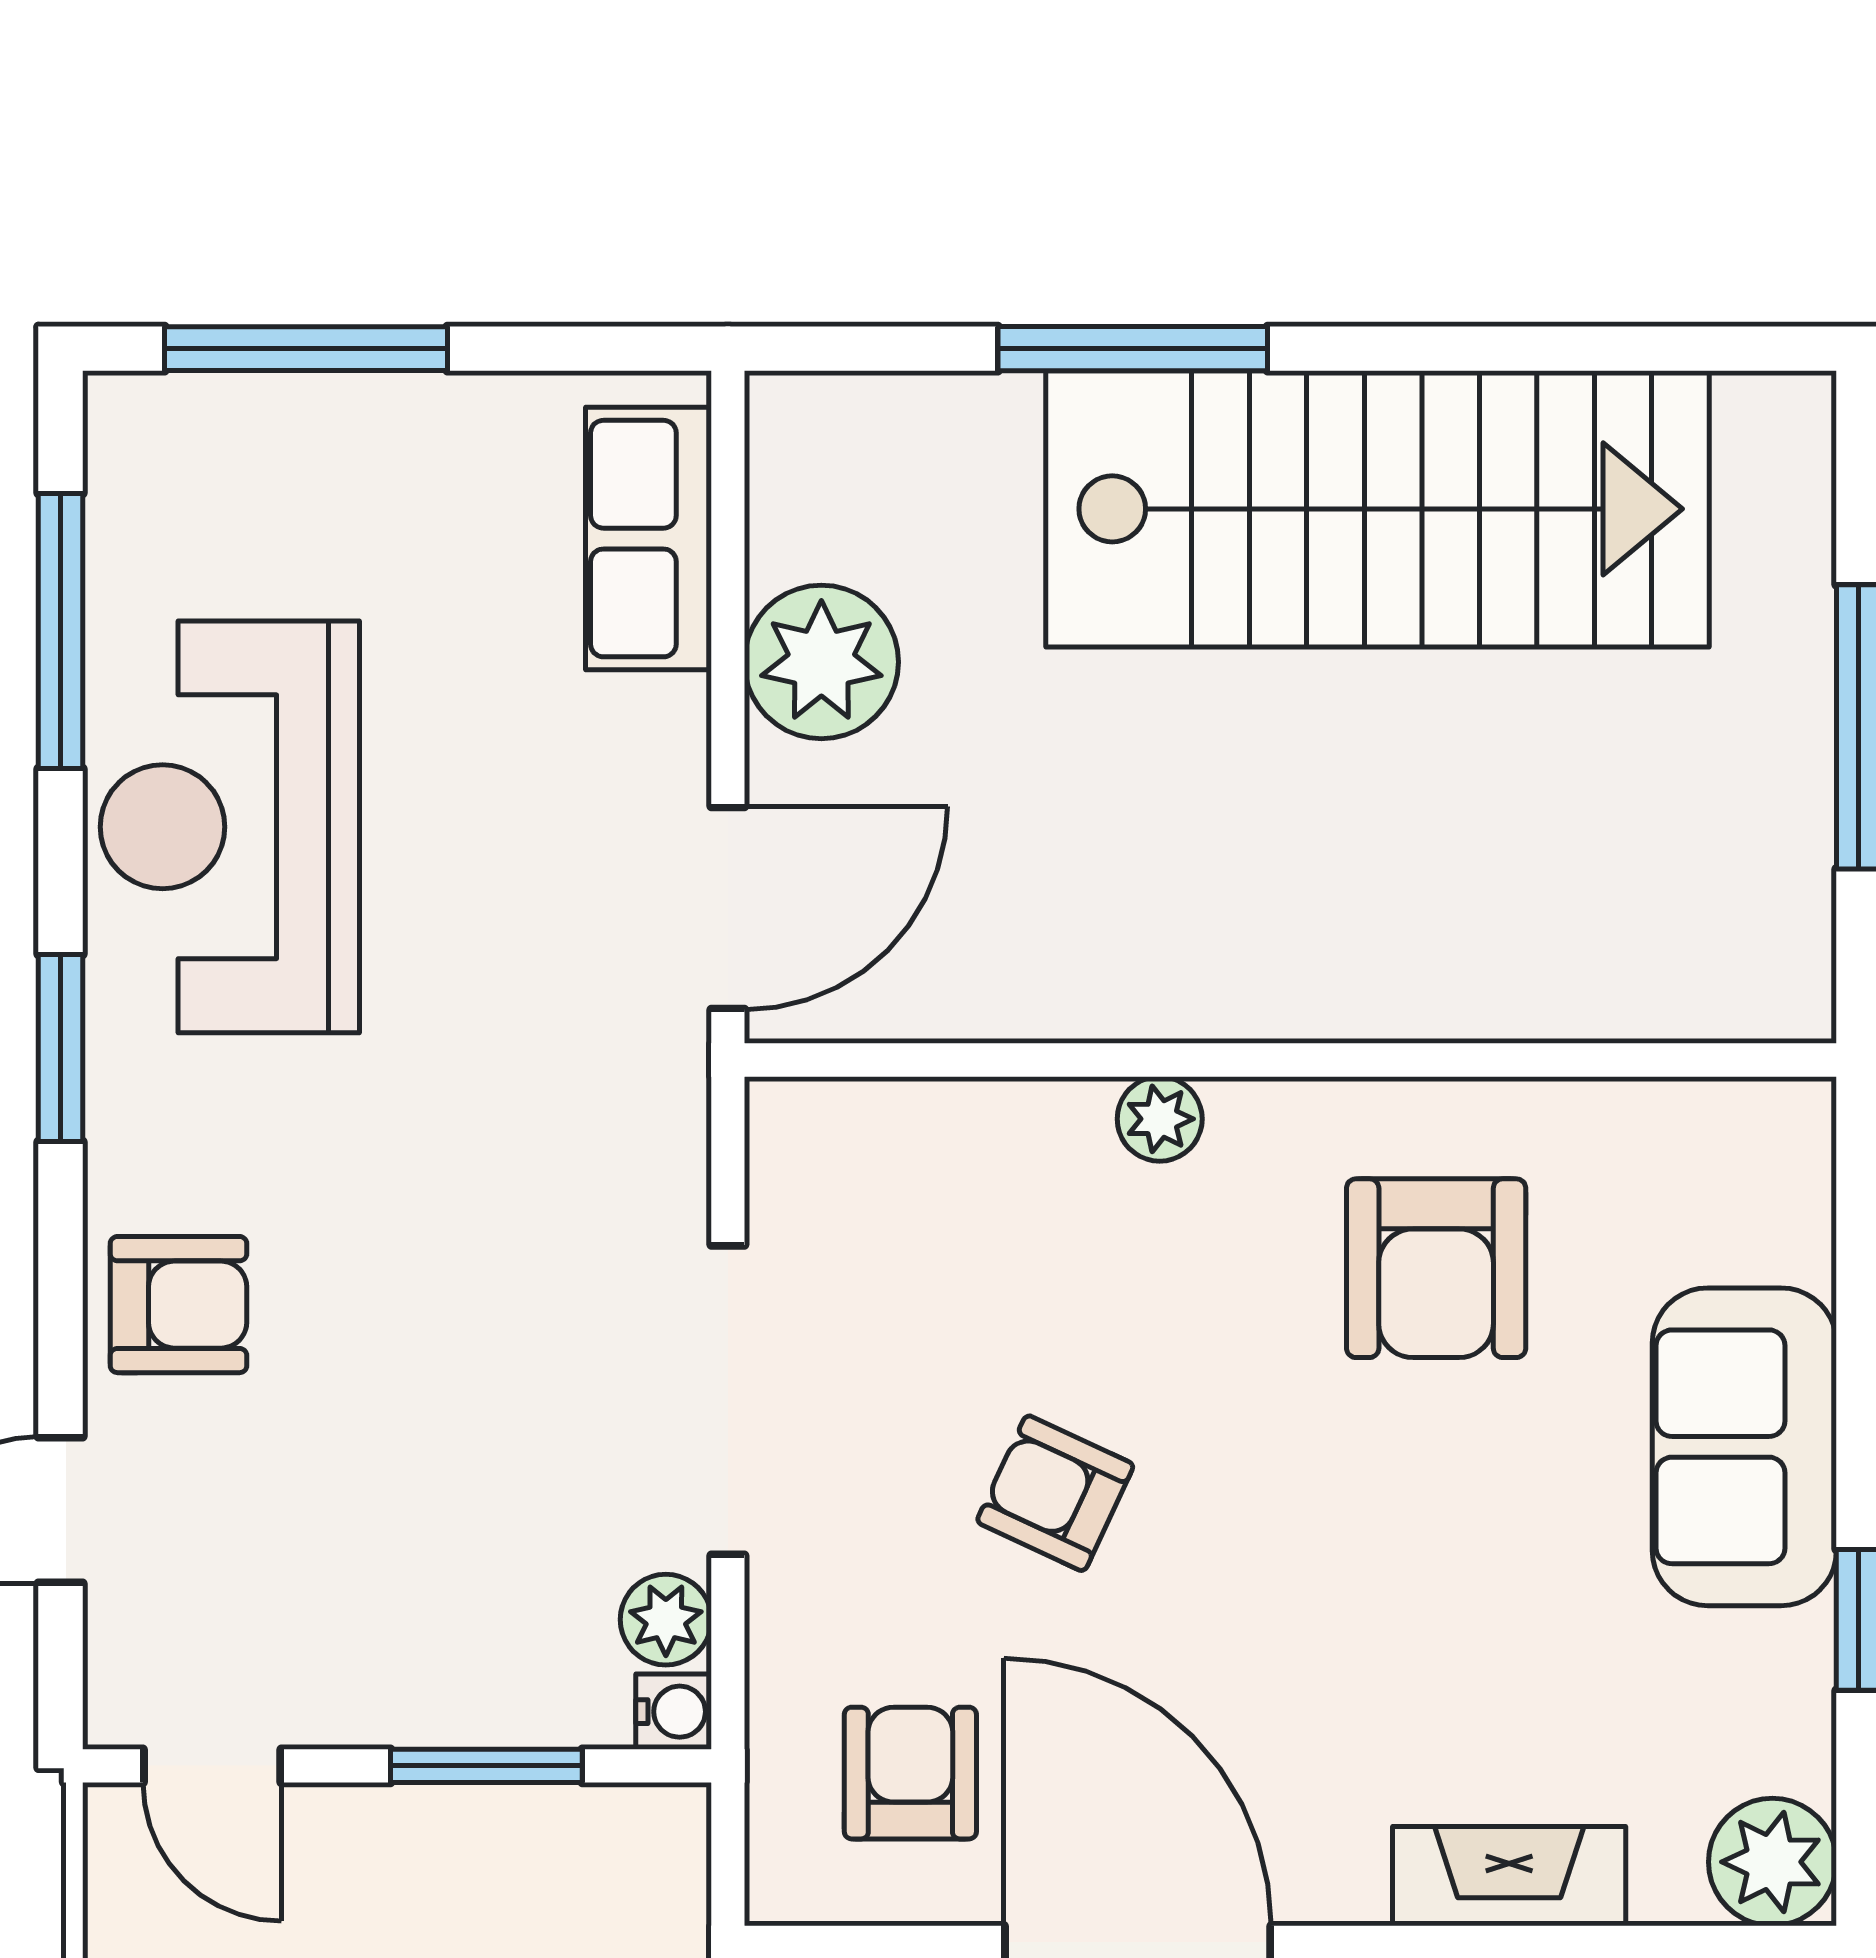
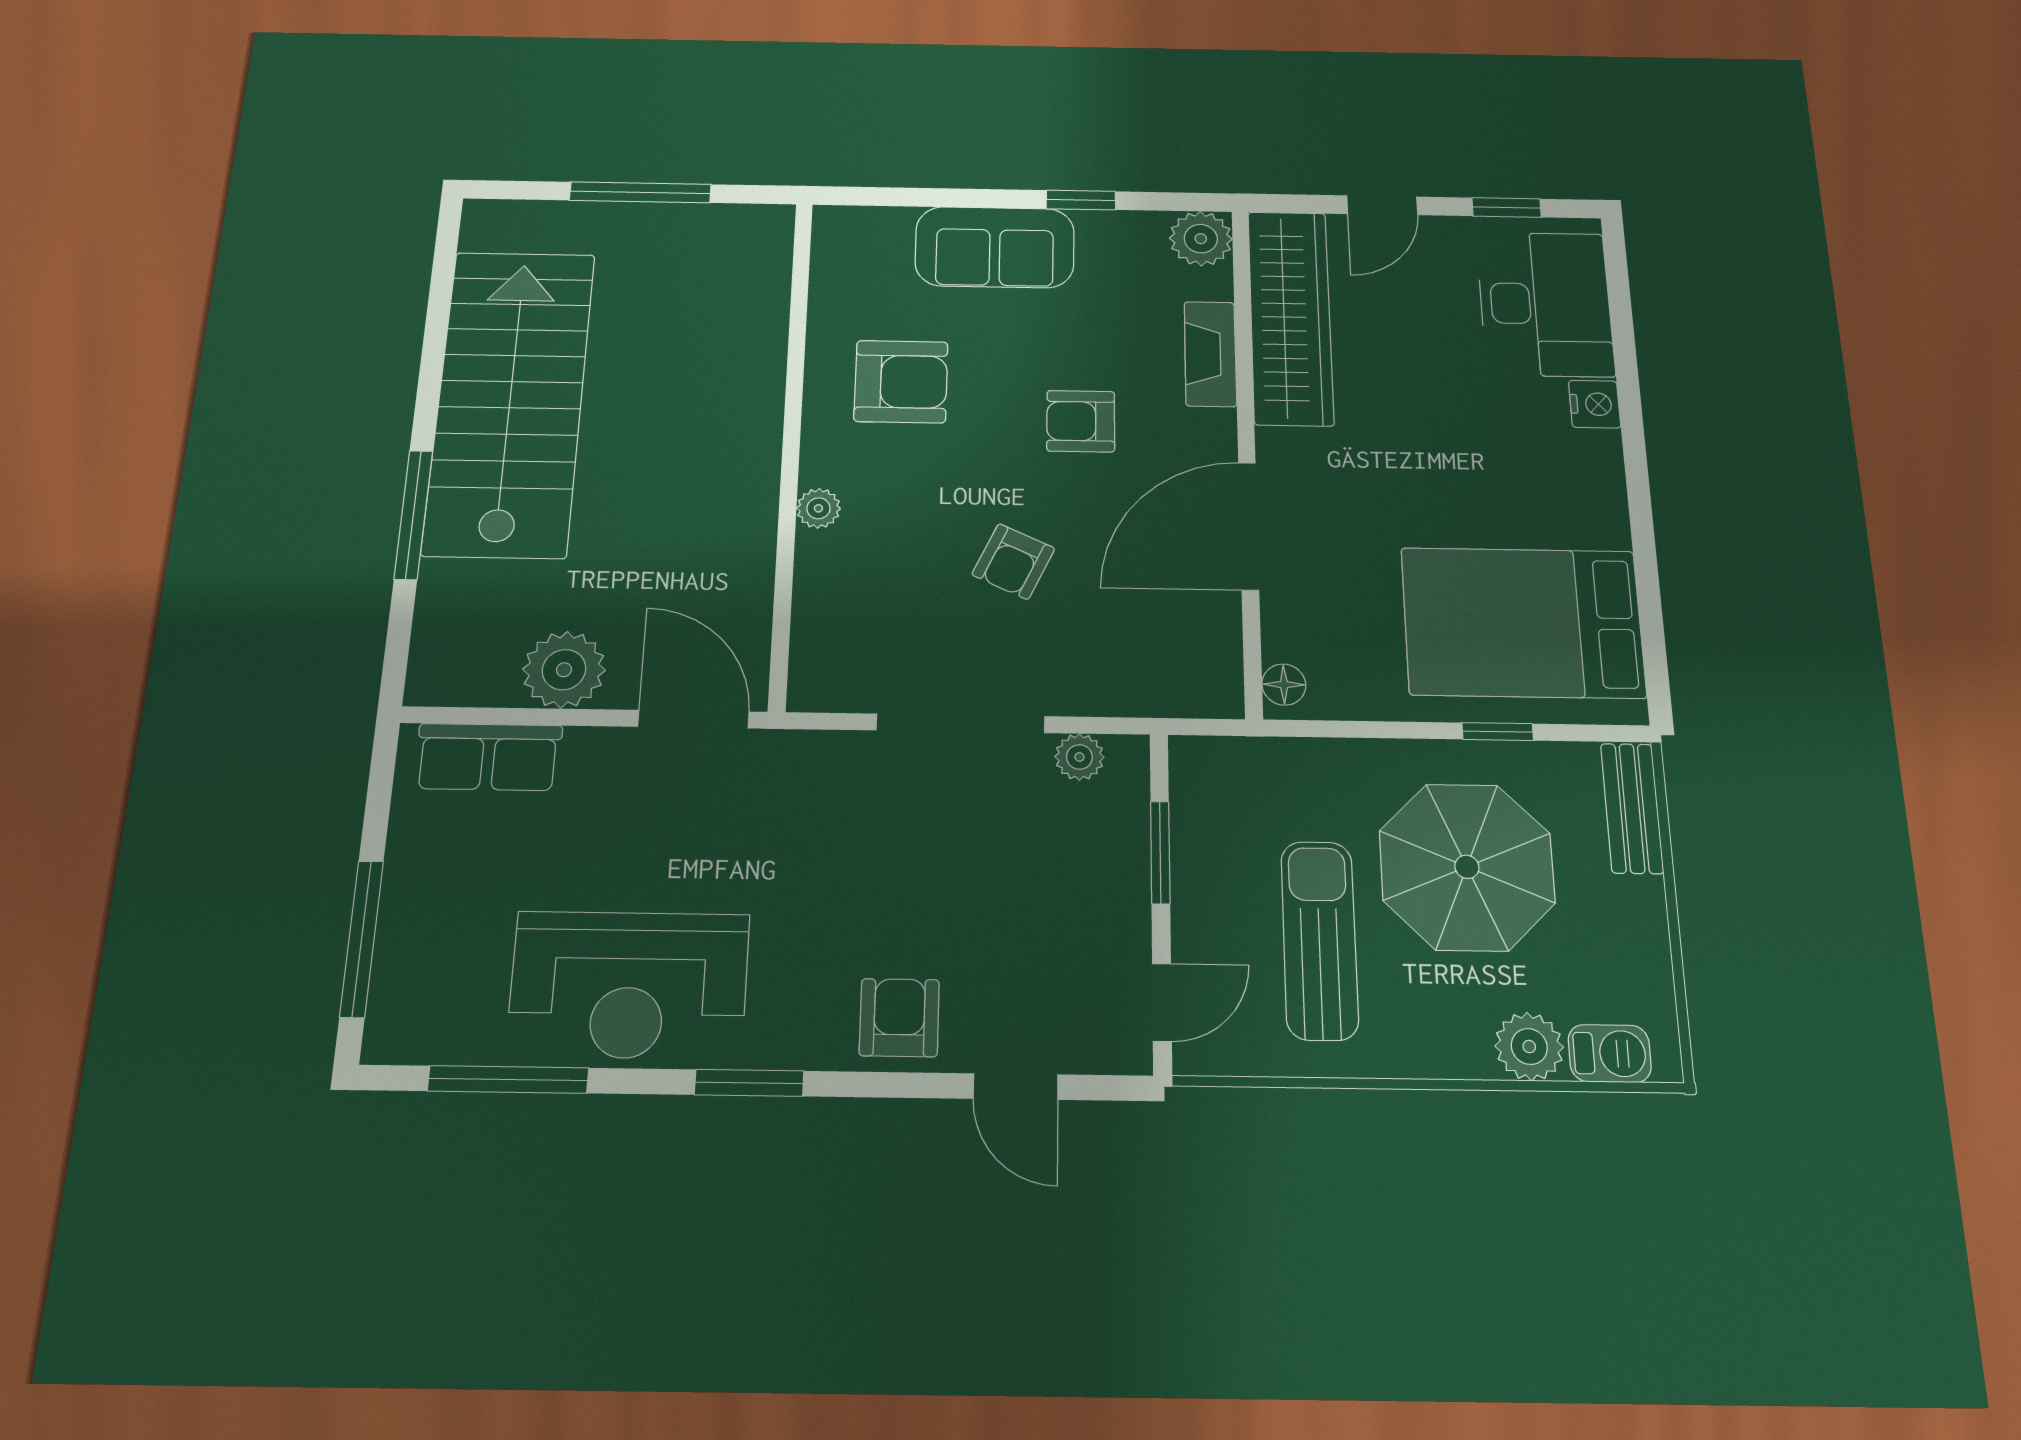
water cooler: (674, 1712) -> (1130, 754), removed
armchair: (910, 1773) -> (1081, 421), moved

